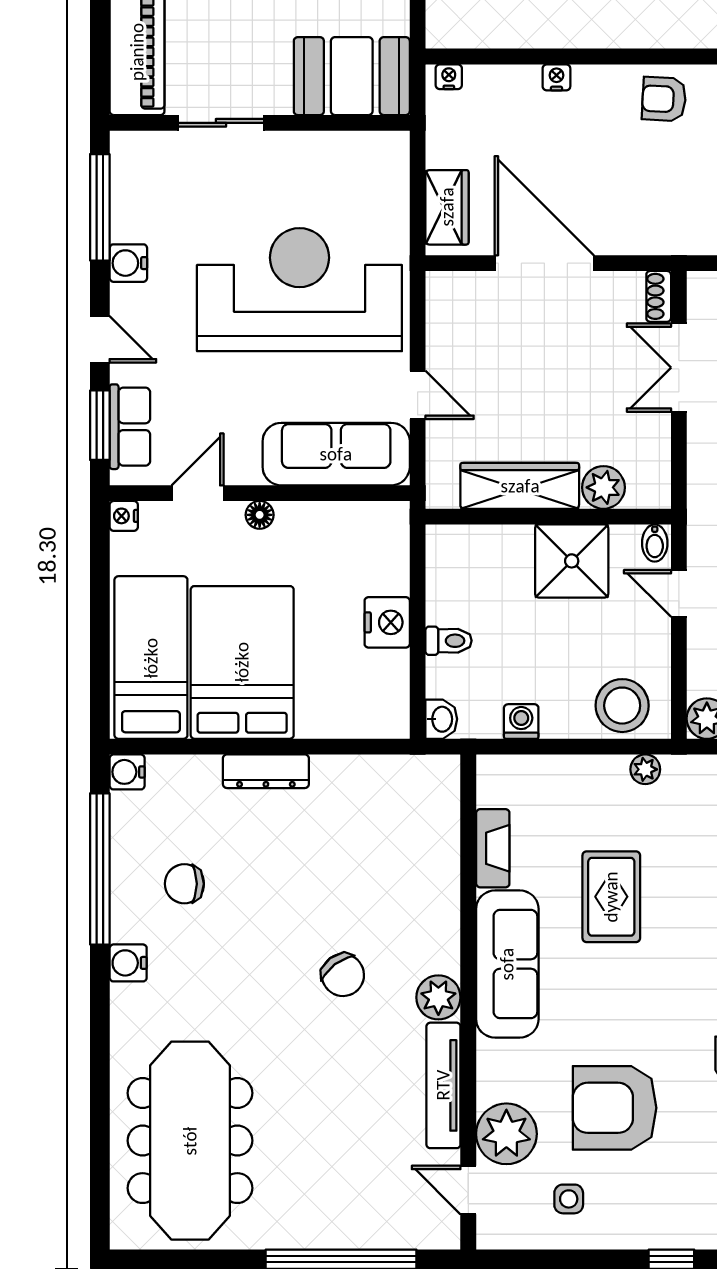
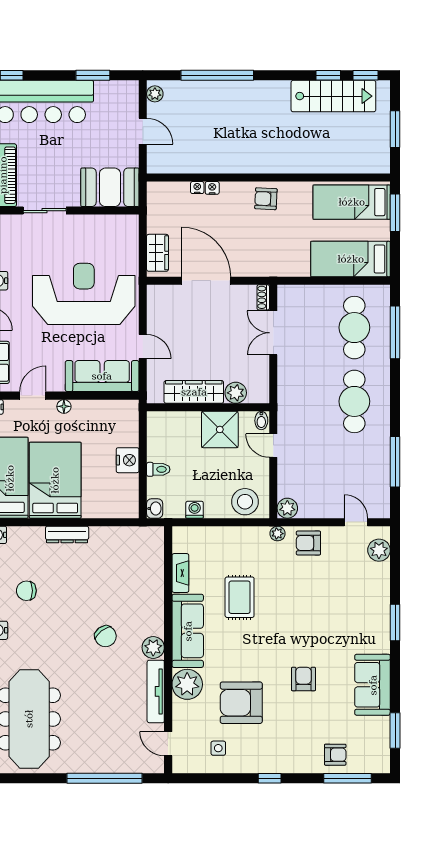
nightstand: (449, 77) -> (197, 188), moved
plant: (645, 769) -> (278, 534), moved
plant: (506, 1134) -> (187, 684), moved

